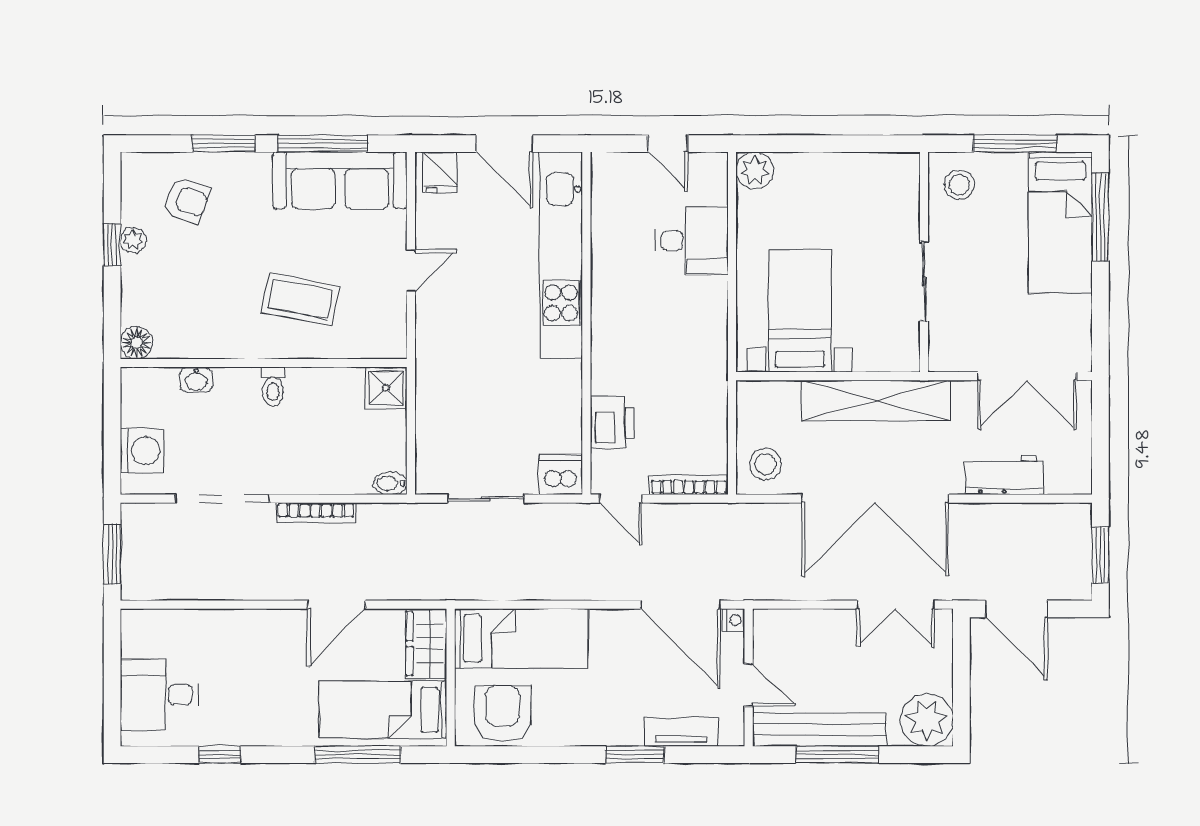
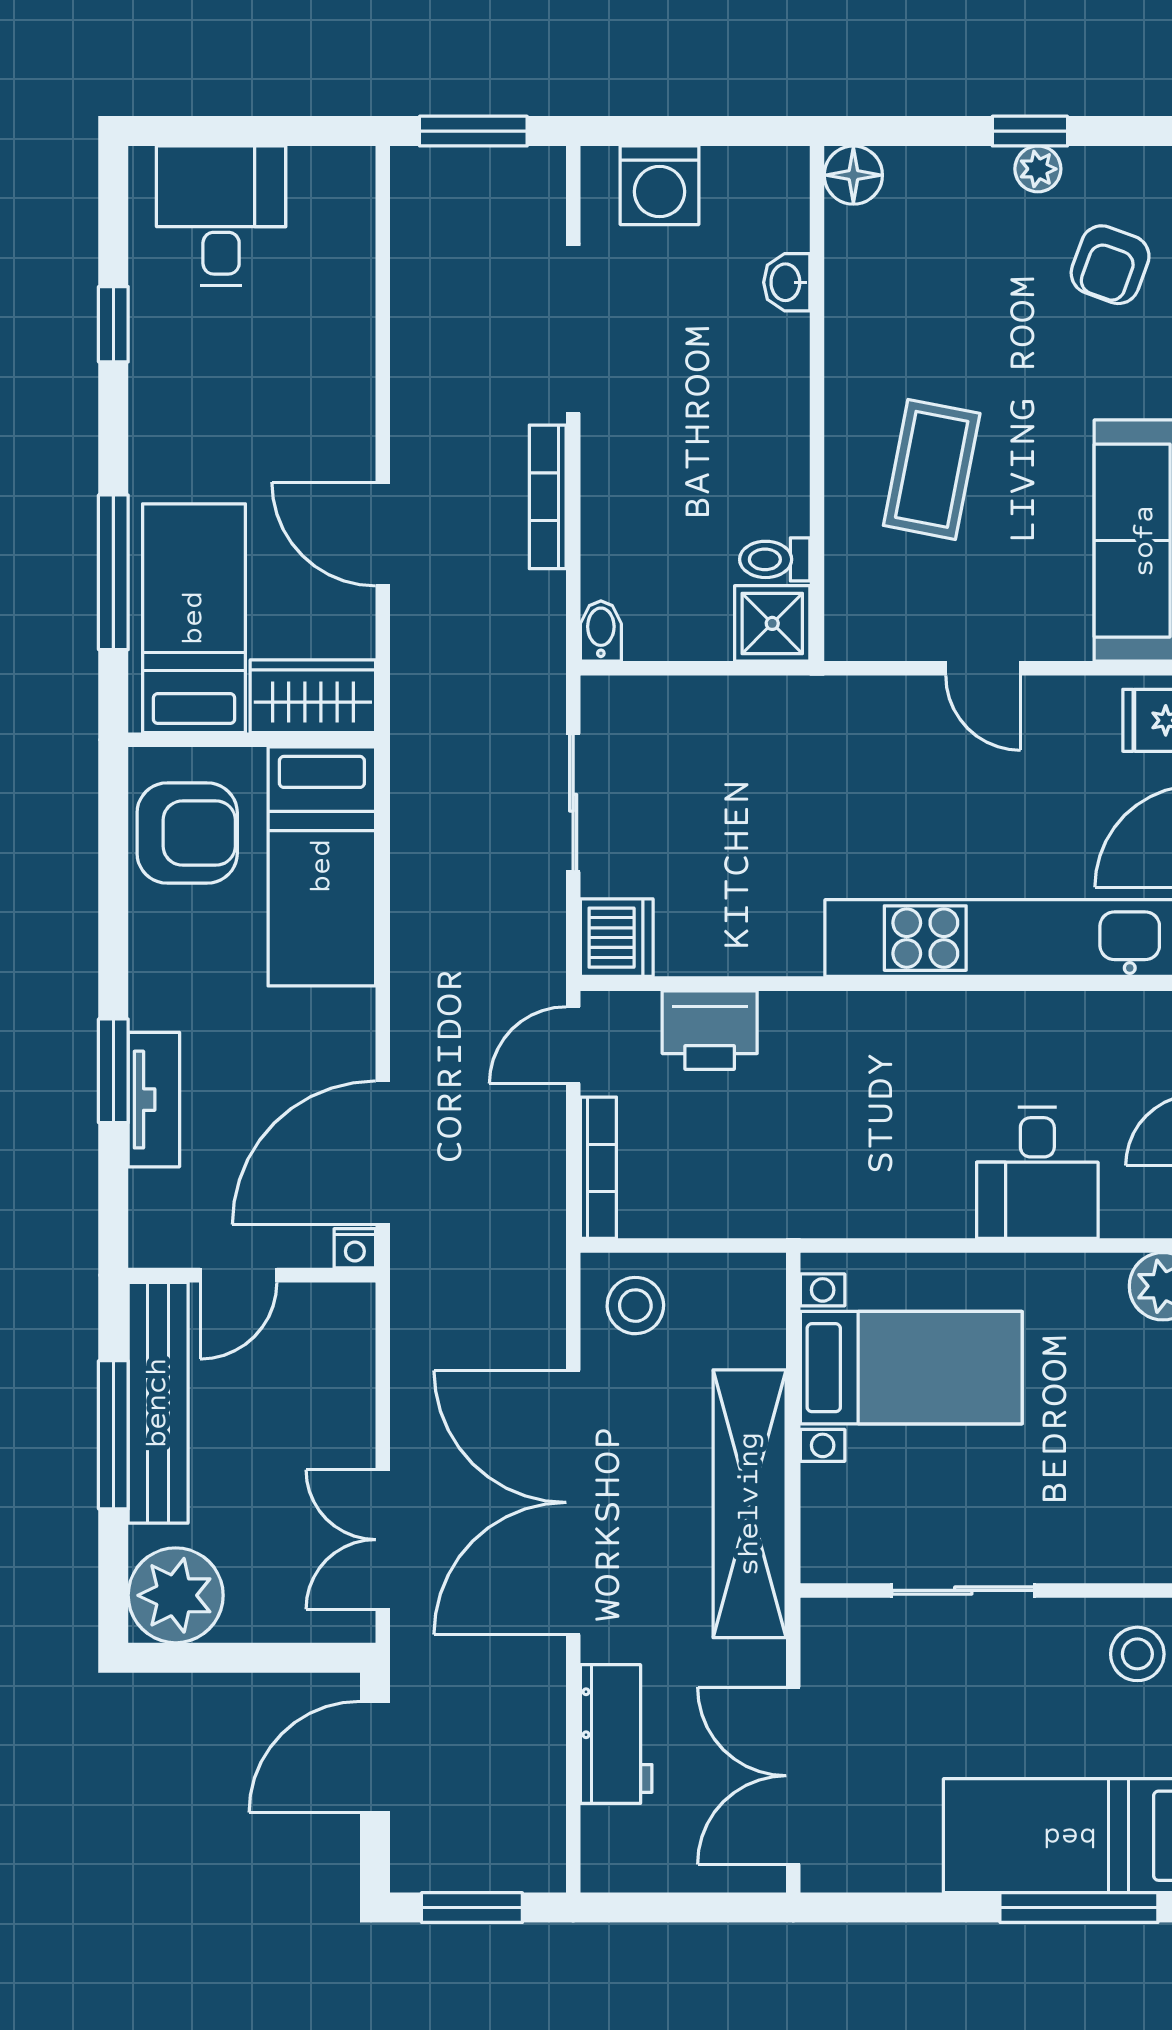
toilet: (273, 387) -> (775, 559), moved
tv unit: (681, 732) -> (154, 1100), moved

